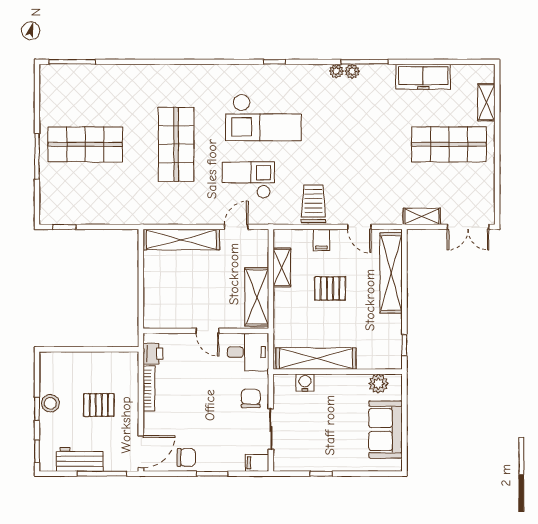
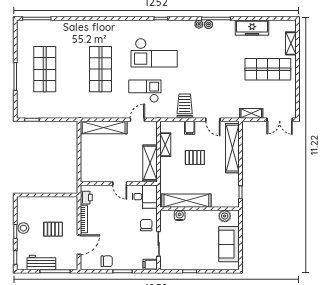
shop shelf: (85, 144) -> (45, 69), turned 90
door: (141, 452) -> (79, 245), moved

